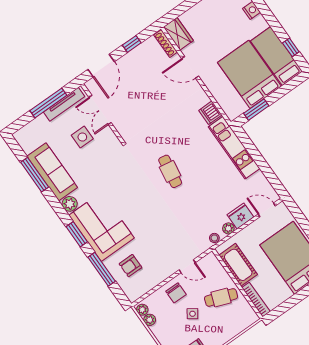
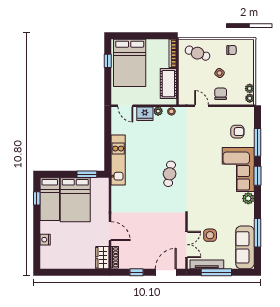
dishwasher: (210, 113) -> (117, 193), removed
sofa: (52, 172) -> (245, 247), moved
cafe table: (221, 297) -> (197, 53), moved

